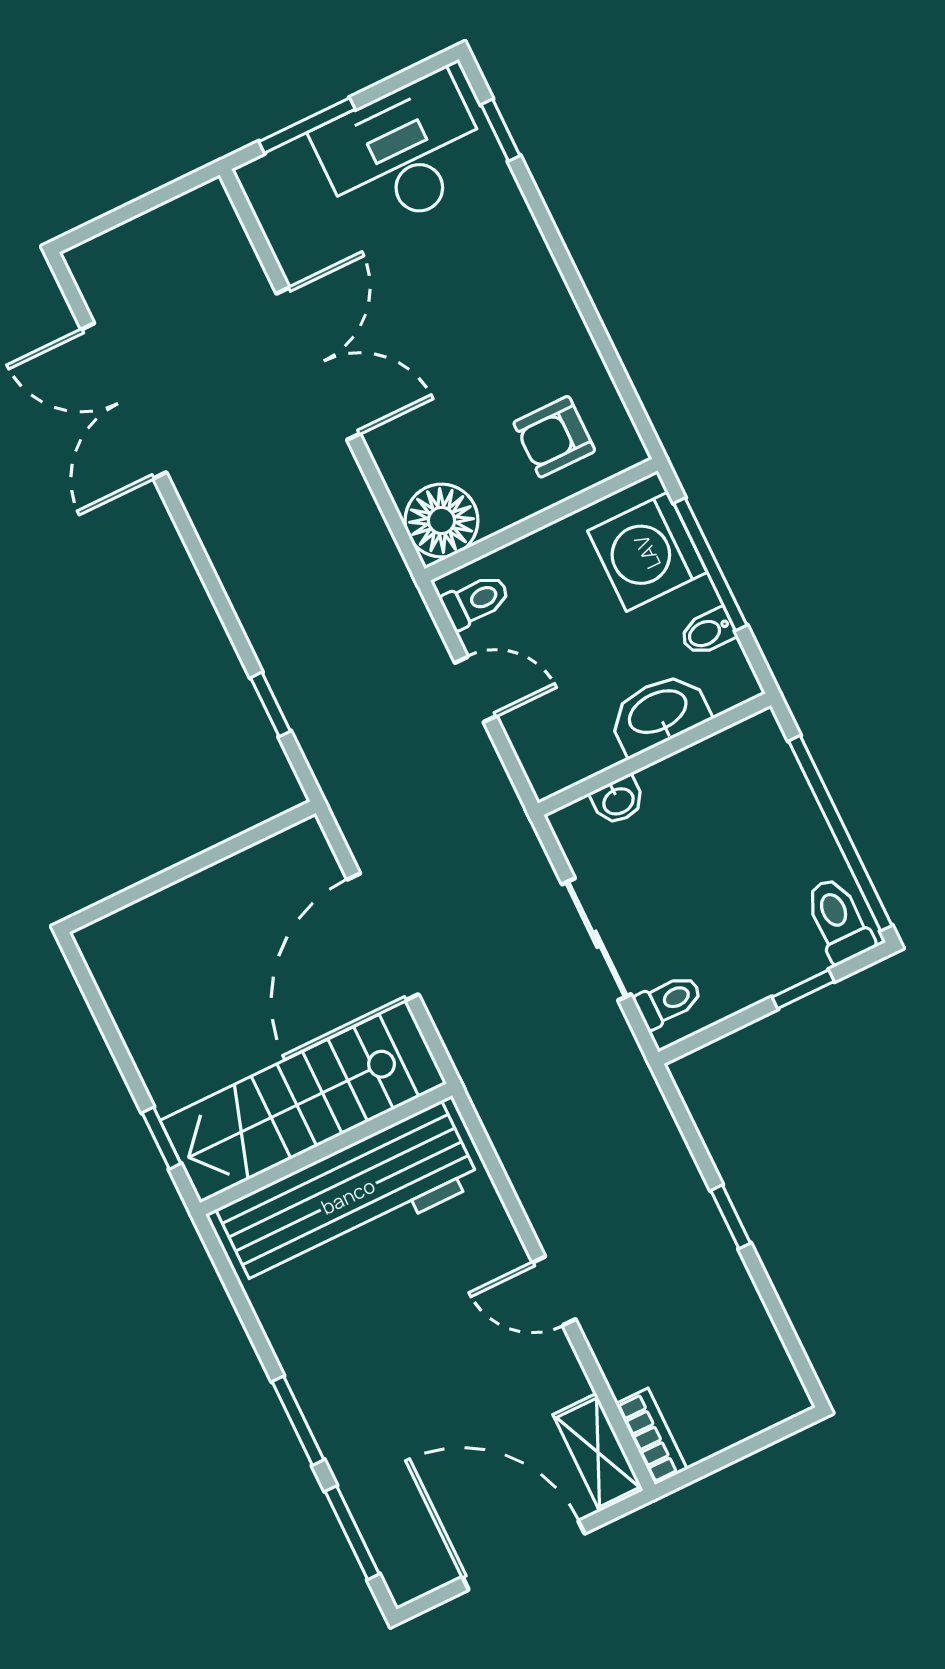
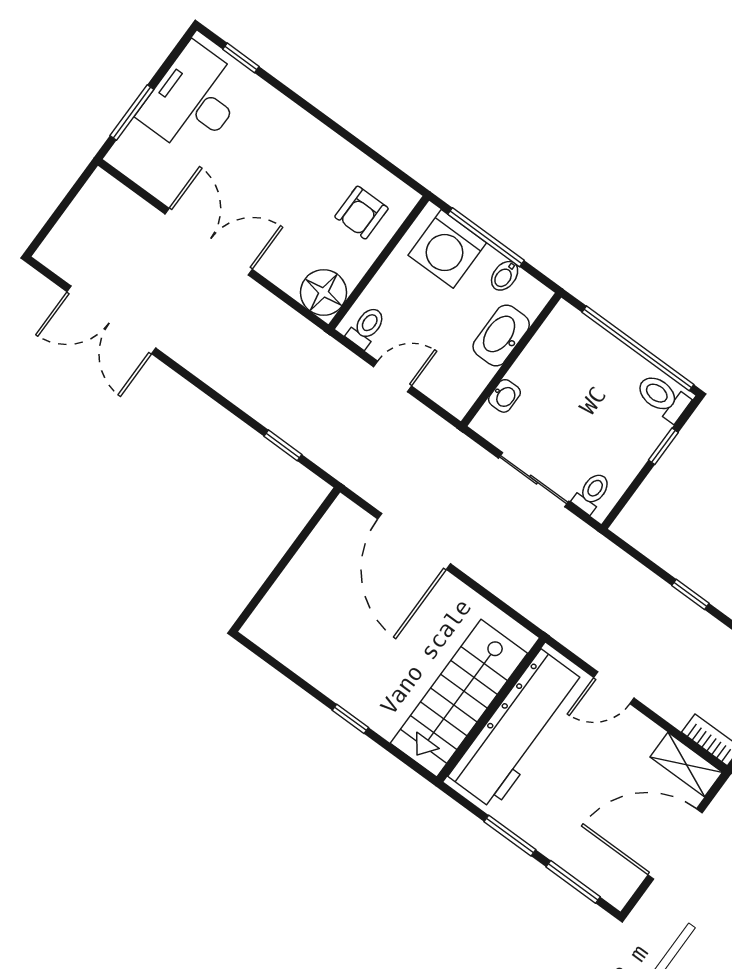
stairs: (289, 1109) -> (459, 698), moved
wall: (326, 1149) -> (491, 710), moved
workbench: (348, 1196) -> (517, 729), moved

